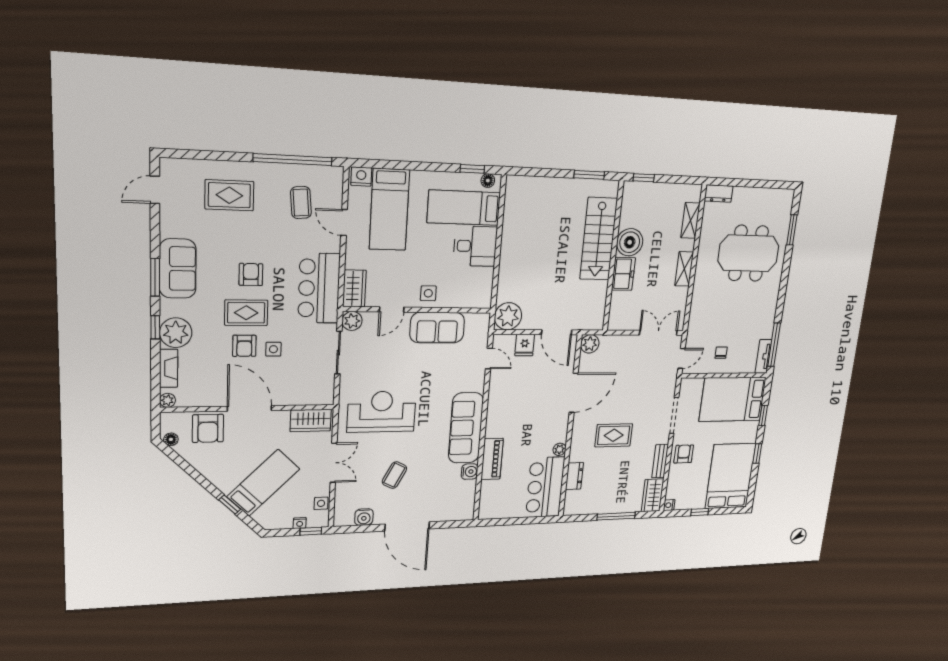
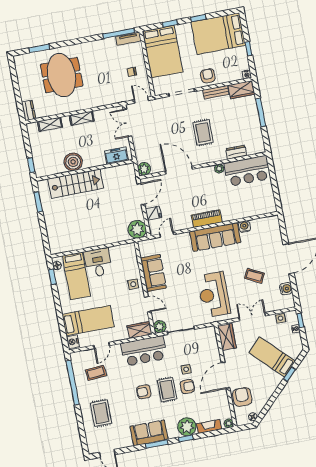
freezer: (623, 274) -> (116, 156), moved
armchair: (208, 428) -> (242, 397), turned -90
armchair: (684, 454) -> (208, 76), turned 90
piano: (492, 459) -> (207, 219), moved

